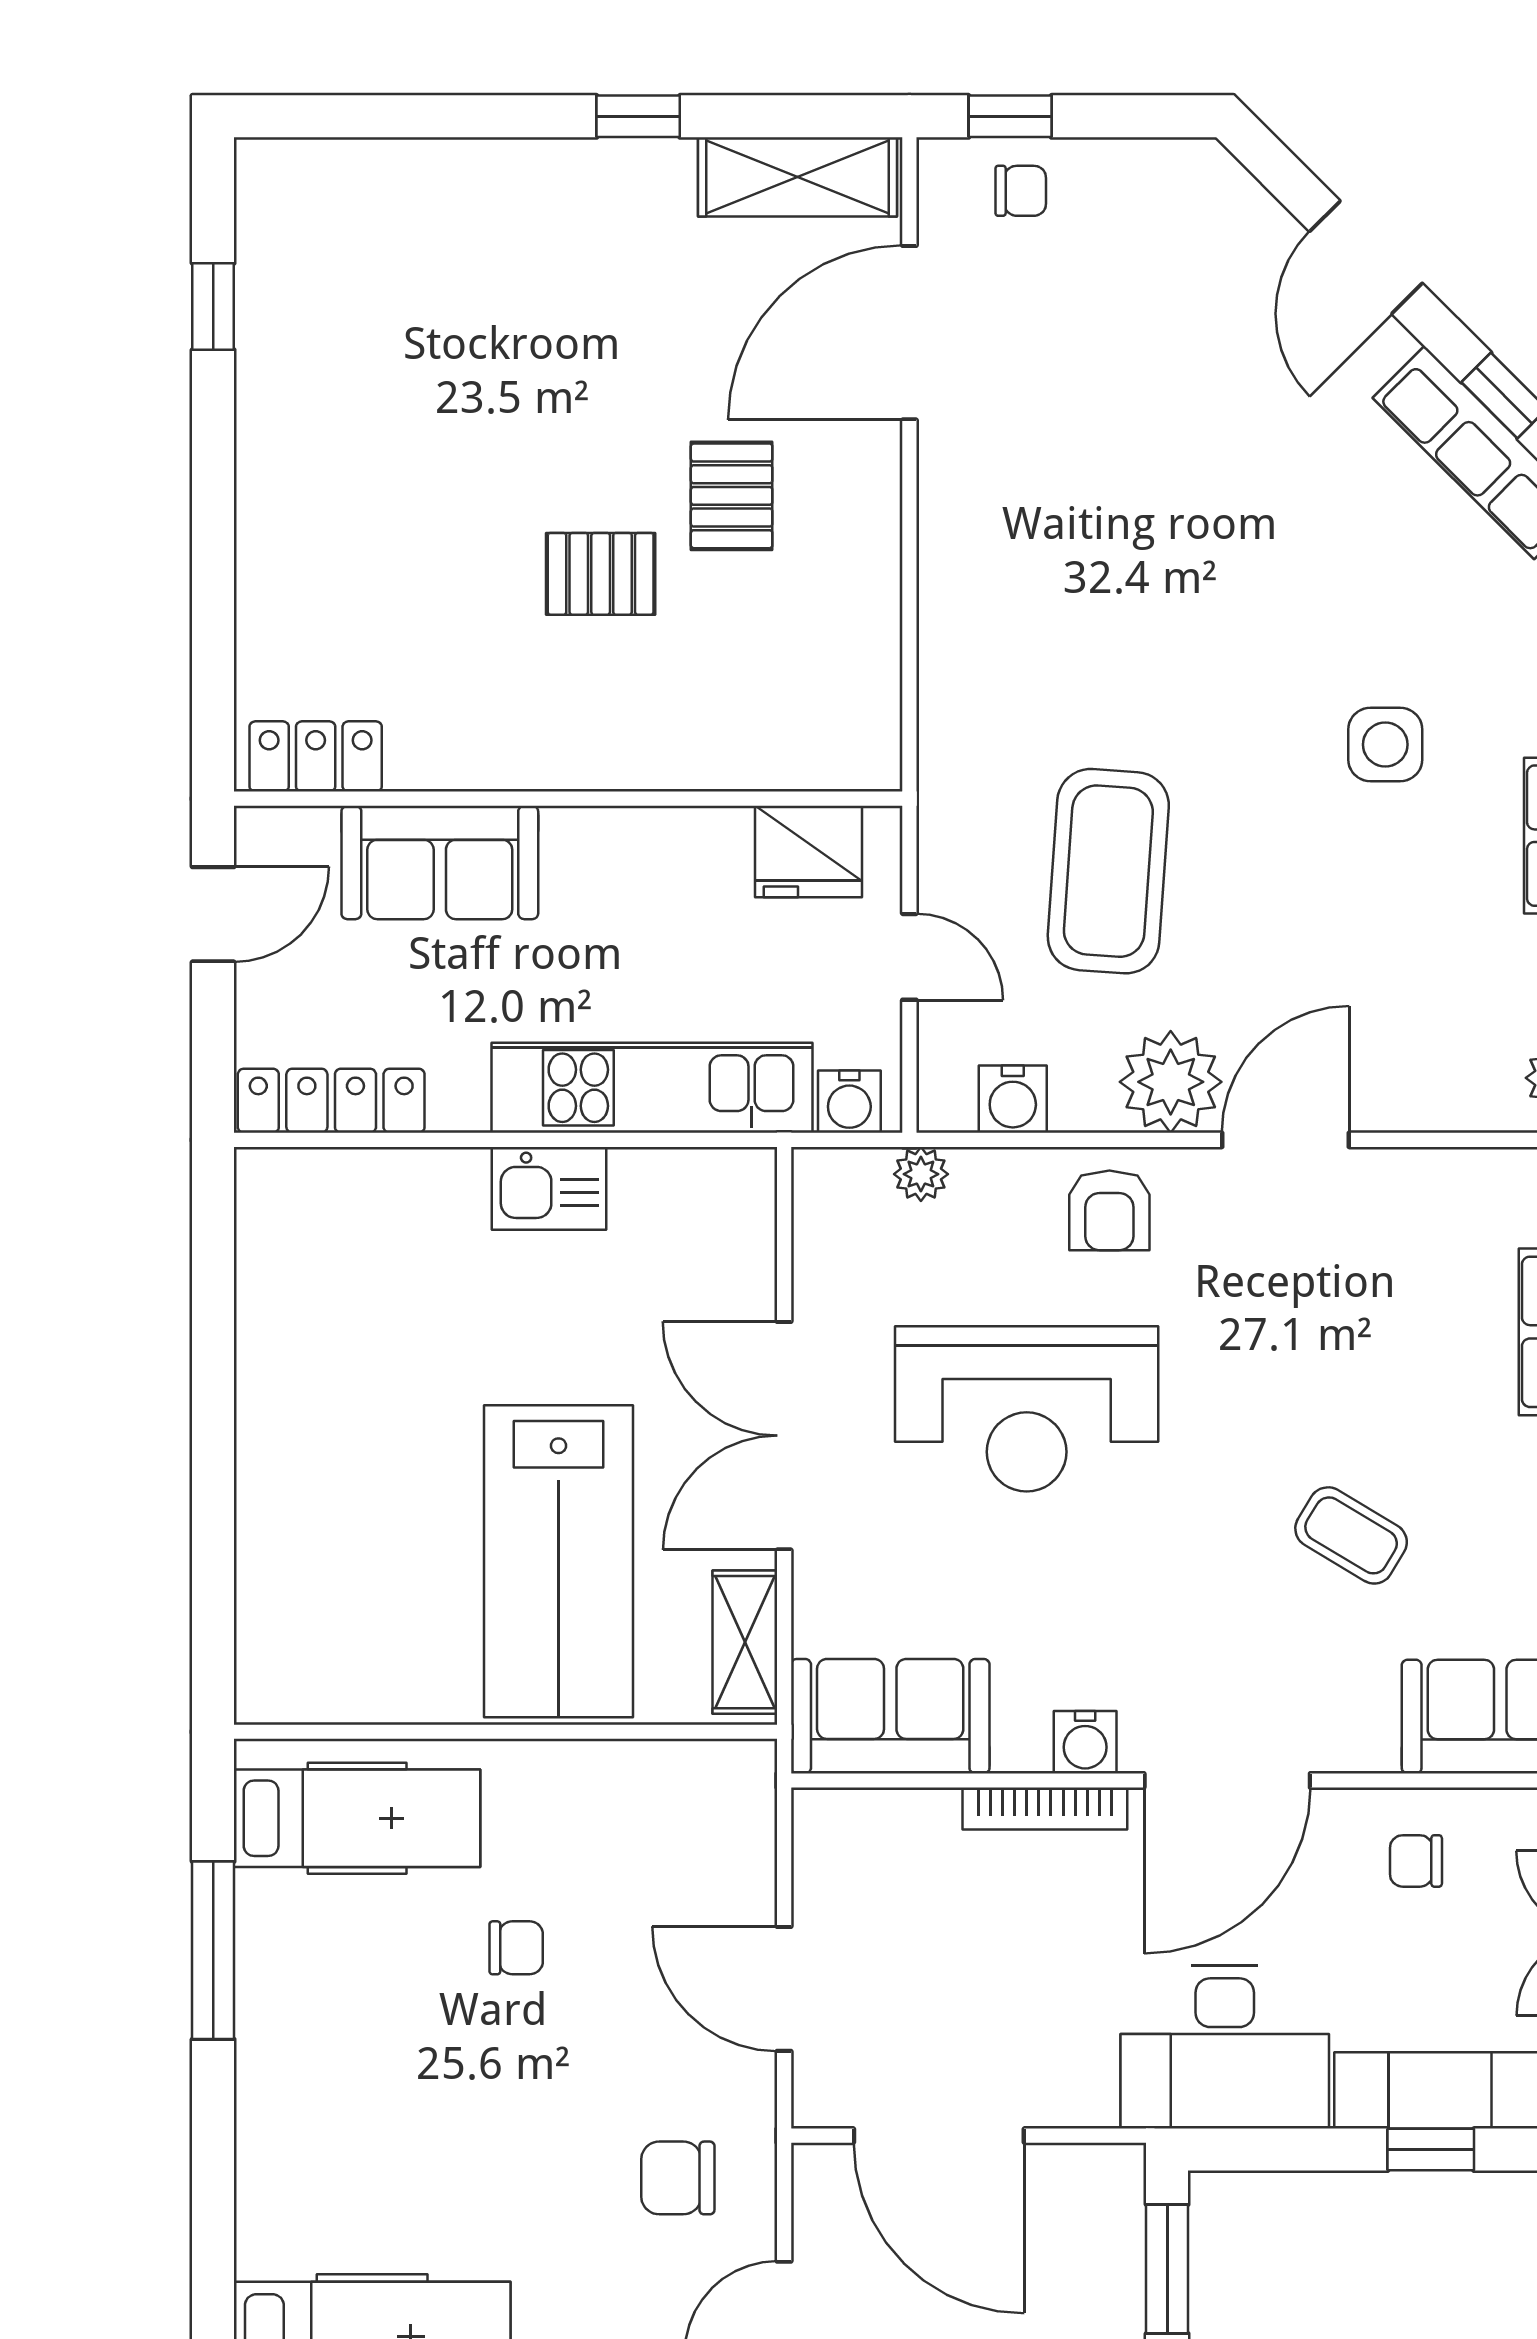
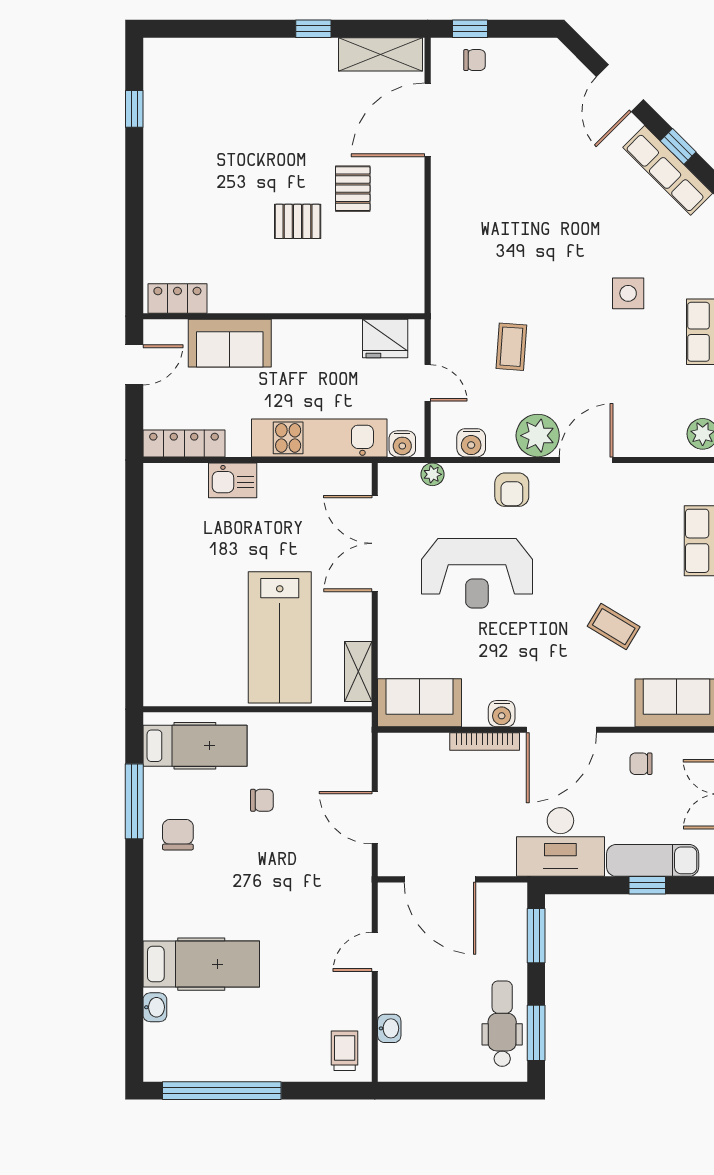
coffee table: (1108, 871) -> (511, 347), width x0.54, depth x0.58
kitchen sink: (549, 1188) -> (233, 480), moved
double door: (784, 1436) -> (375, 543), moved
chair: (678, 2178) -> (178, 835), moved, turned 90

